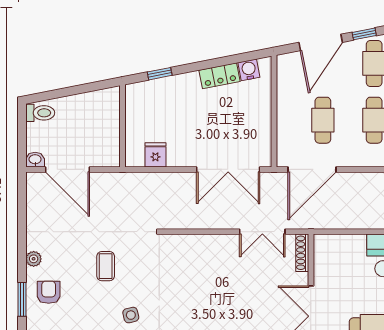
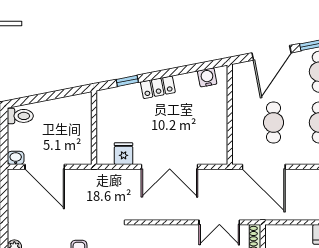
locker: (219, 76) -> (158, 87), moved
double door: (228, 169) -> (170, 167), moved
door: (312, 169) -> (264, 167), hinge flipped

